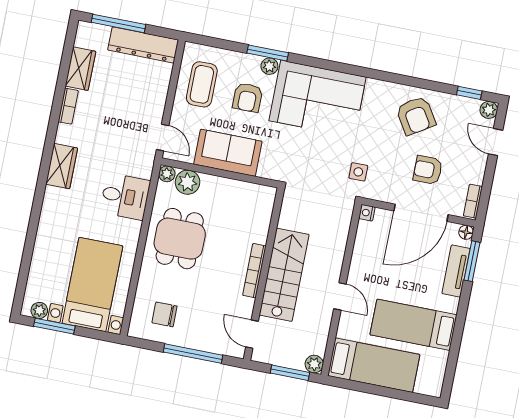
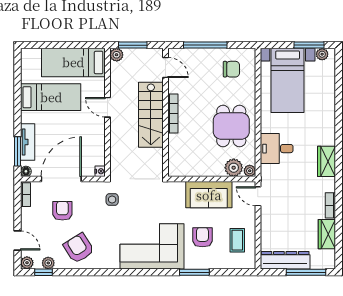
plant: (269, 66) -> (48, 263), moved
coffee table: (202, 84) -> (237, 240), width x0.73, depth x0.77
armchair: (428, 170) -> (62, 211), turned -90

